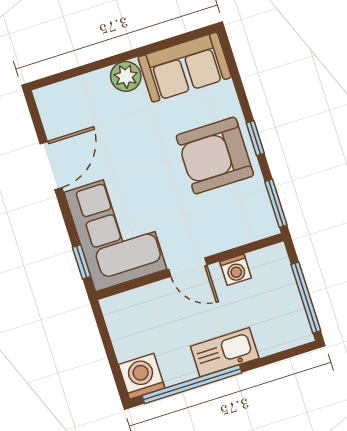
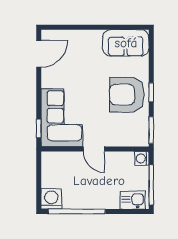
plant: (126, 76) -> (93, 38), removed
door: (51, 166) -> (39, 54), moved
washing machine: (236, 270) -> (142, 158), moved, turned 90
kitchen sink: (225, 352) -> (133, 200), moved, width x0.73

